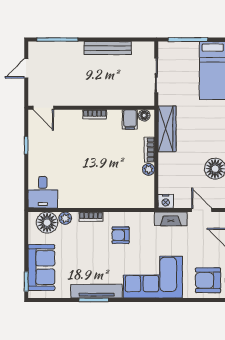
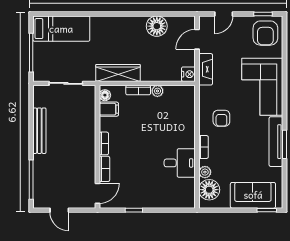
bookcase: (68, 115) -> (104, 169), added
desk: (43, 192) -> (180, 163), moved

